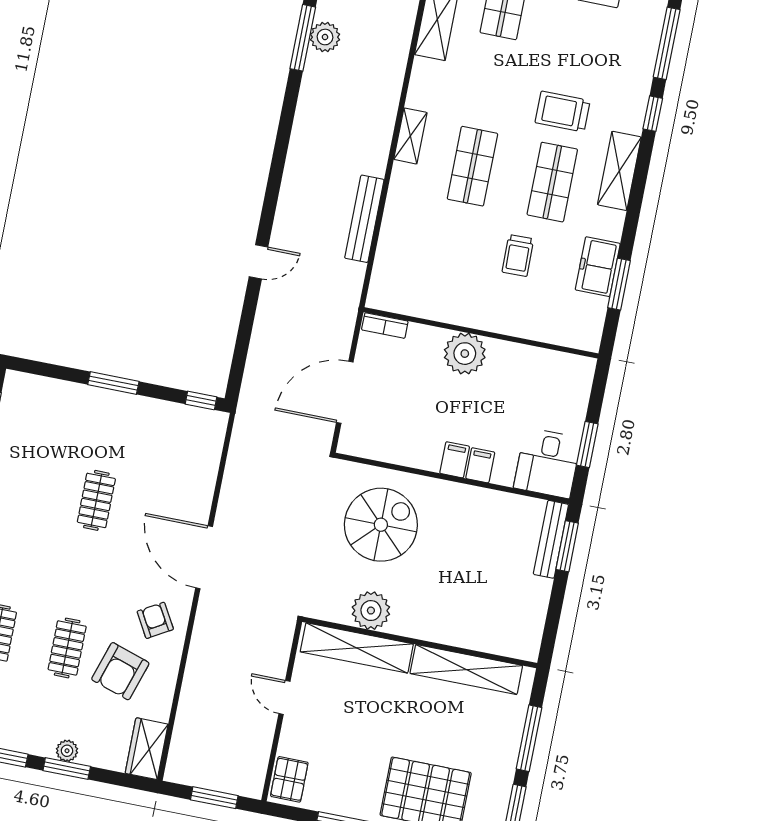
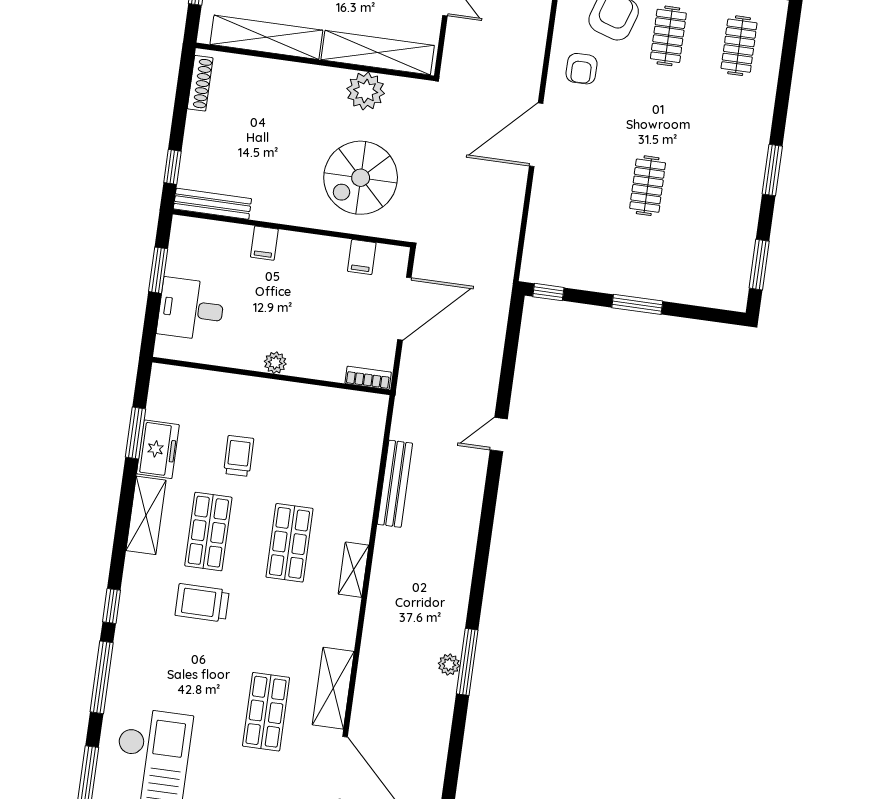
plant: (325, 37) -> (449, 665), width x0.73, depth x0.73
trolley: (563, 112) -> (202, 603), turned 180
shelving: (619, 171) -> (146, 515), moved
plant: (465, 354) -> (275, 363), width x0.53, depth x0.53
filing cabinet: (455, 460) -> (362, 257), moved
desk: (547, 463) -> (191, 309), moved, turned -90
bench: (551, 539) -> (212, 204), moved, turned 90
window: (567, 546) -> (172, 167), width x0.67
door: (204, 557) -> (536, 135), swing flipped
armchair: (155, 620) -> (582, 69), turned 30
shoe rack: (535, 628) -> (200, 83), added

